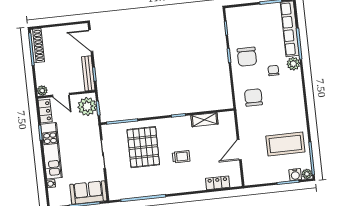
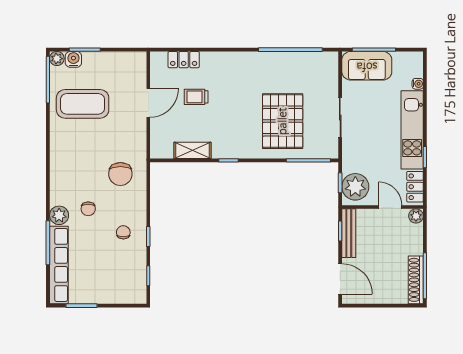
chair: (247, 57) -> (123, 232), width x0.54, depth x0.54
trolley: (181, 157) -> (196, 97), moved

